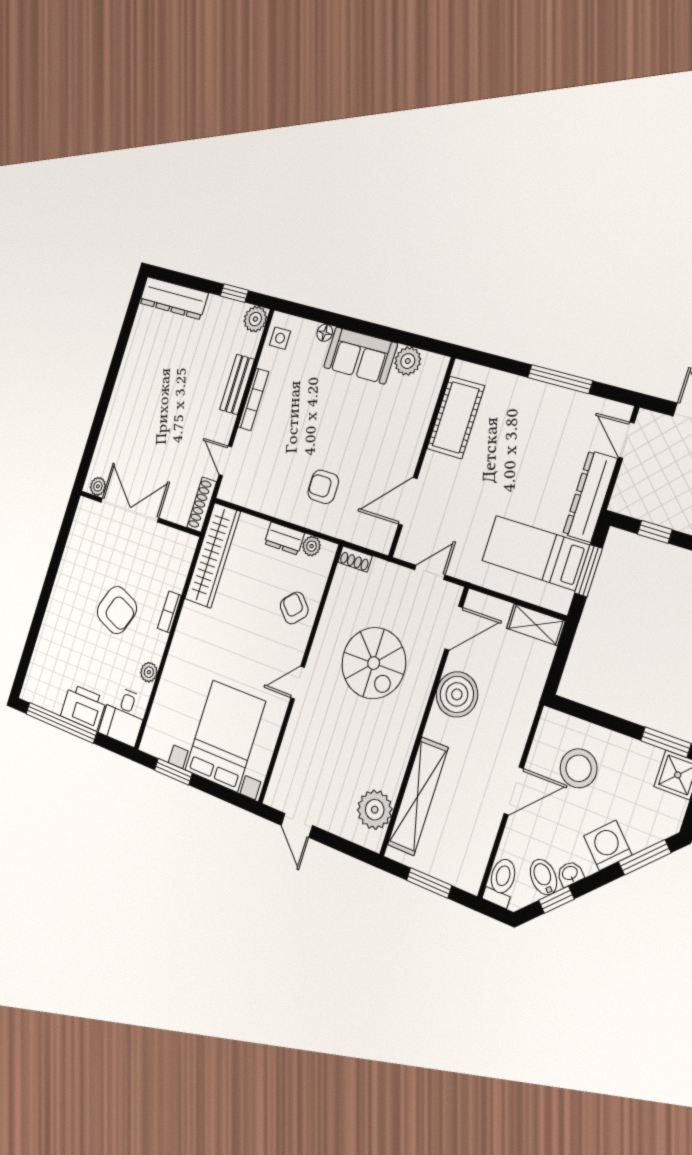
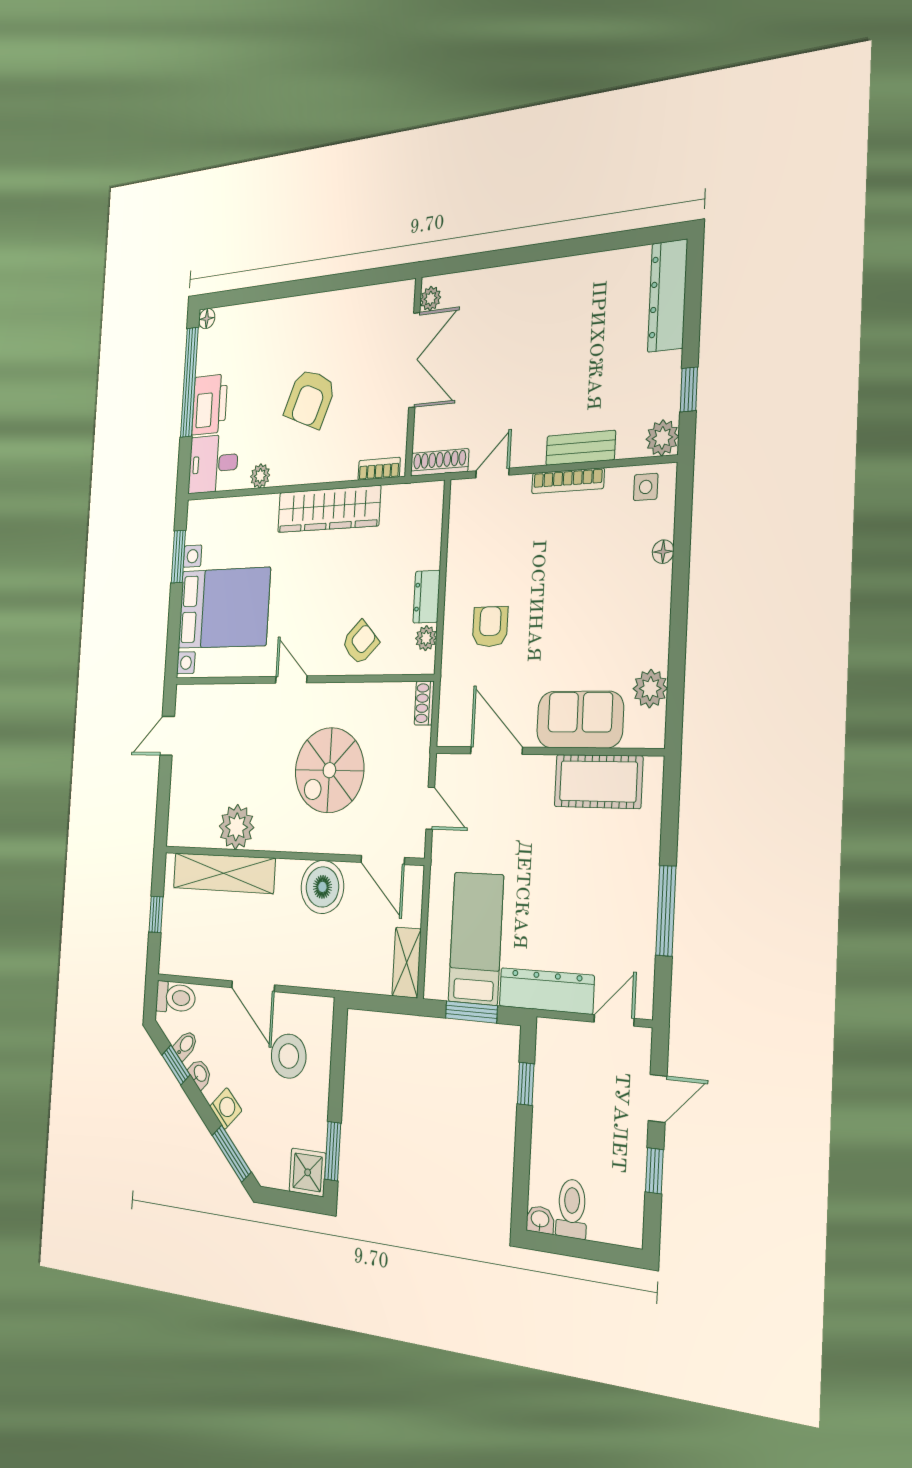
sofa: (360, 355) -> (580, 720), moved, turned 90
wardrobe: (213, 555) -> (329, 509), moved
bookcase: (169, 612) -> (379, 469), moved
floor lamp: (27, 693) -> (207, 319), added
plant: (375, 810) -> (237, 827), moved
washing machine: (608, 845) -> (226, 1108), width x0.73, depth x0.73
bidet: (543, 877) -> (185, 1045), width x0.72, depth x0.74
window: (429, 883) -> (156, 914), width x0.67

